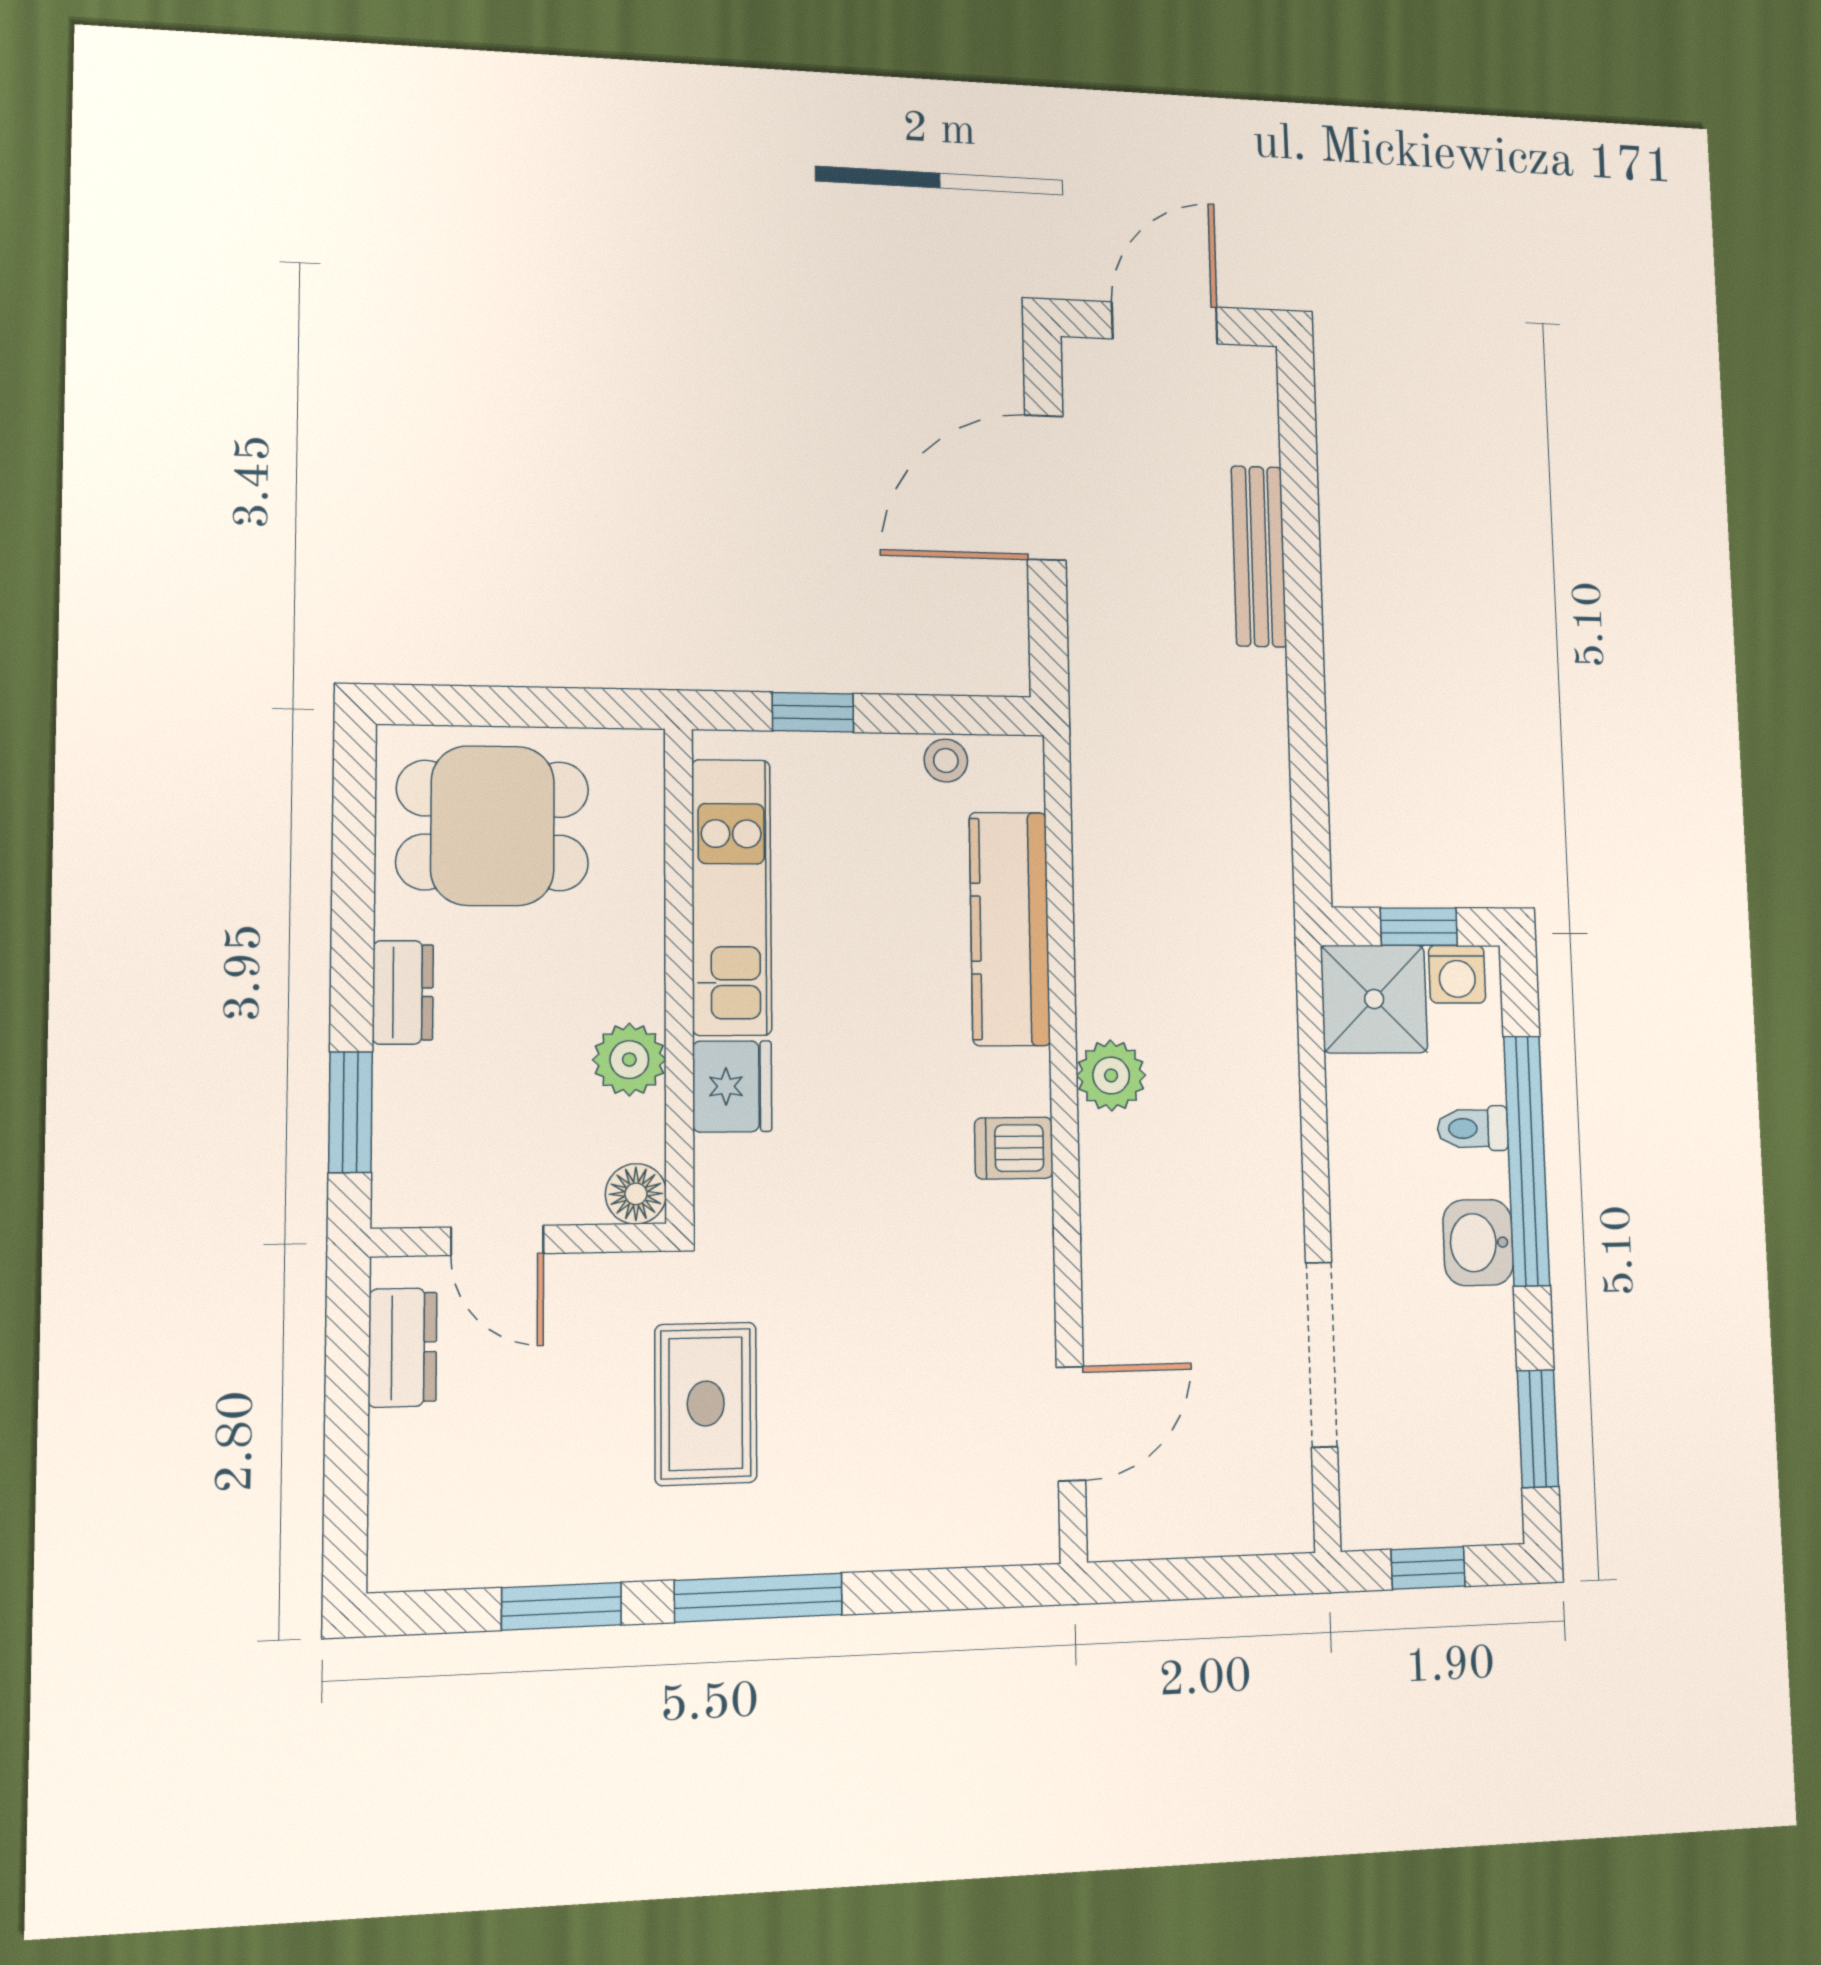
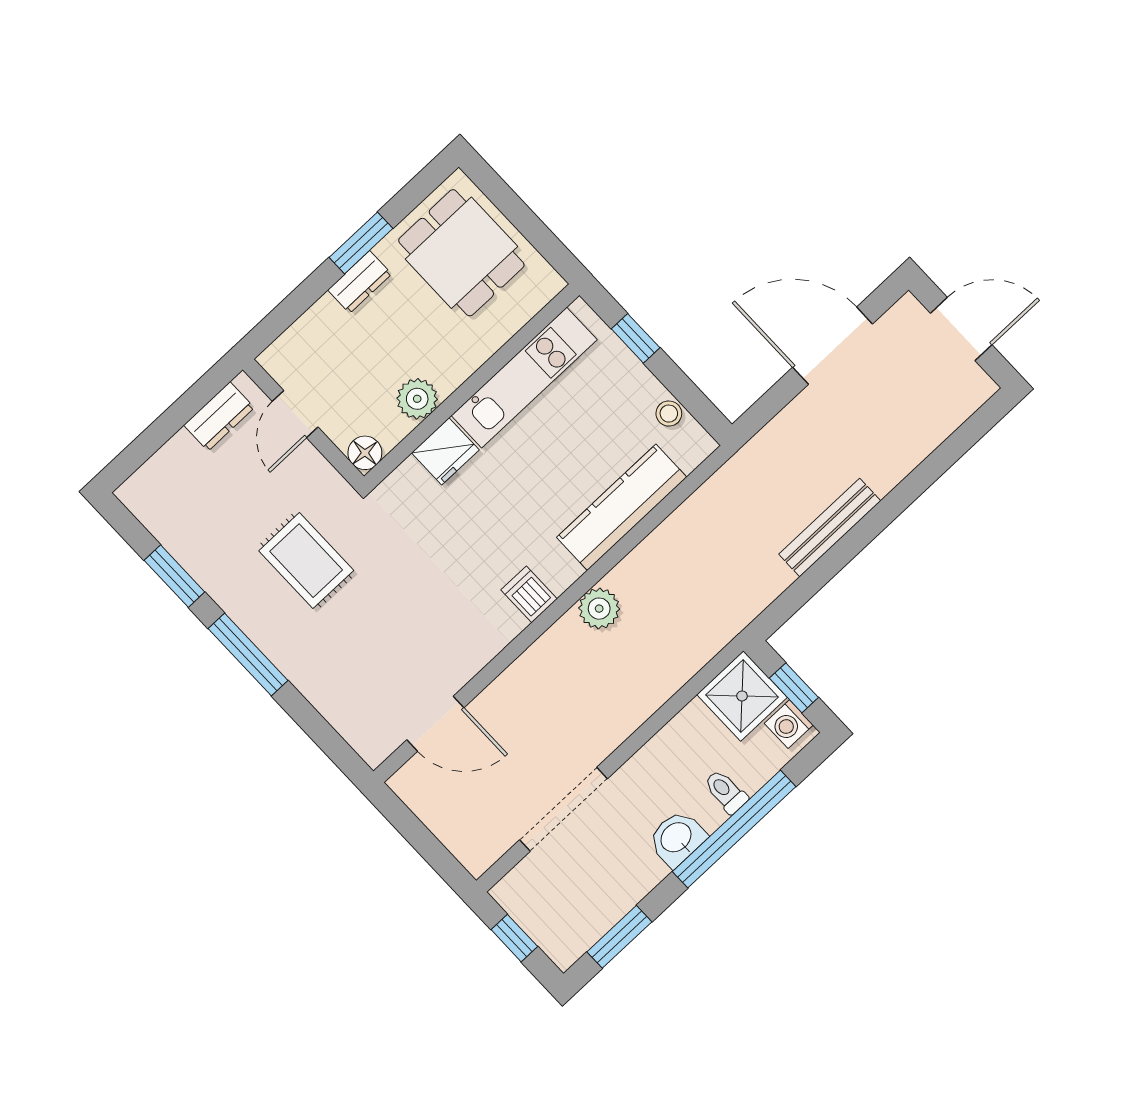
bench: (1259, 556) -> (830, 528), moved
window: (350, 1112) -> (361, 243), moved
rug: (706, 1404) -> (306, 561), turned 90

